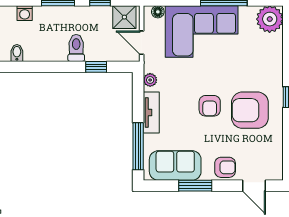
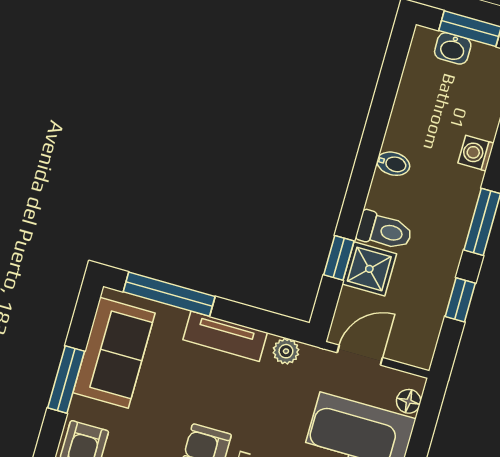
shower: (124, 17) -> (369, 269), moved
bidet: (17, 53) -> (393, 164), moved

